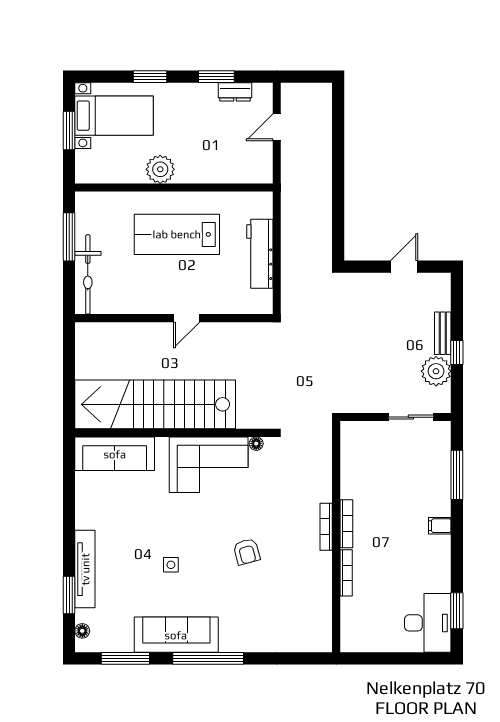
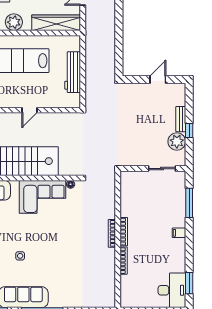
wardrobe: (232, 170) -> (56, 23), added
armchair: (247, 552) -> (65, 248), removed

